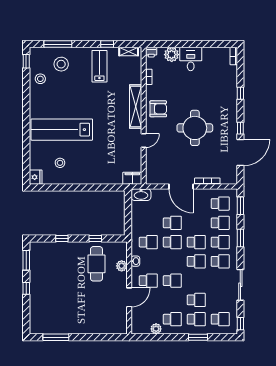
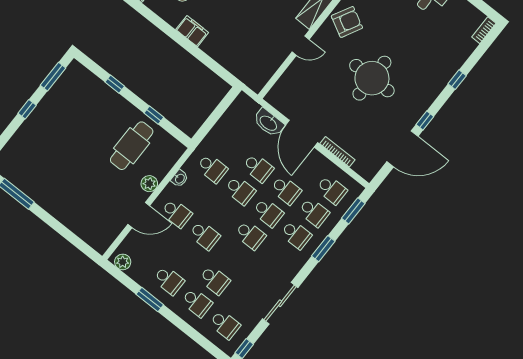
armchair: (158, 109) -> (347, 22), turned -62
filing cabinet: (132, 178) -> (192, 31), moved
washbasin: (141, 195) -> (269, 123), moved
school desk: (220, 261) -> (286, 190), moved
plant: (122, 266) -> (149, 184), moved
plant: (156, 329) -> (123, 262), moved
window: (198, 337) -> (150, 300), moved

